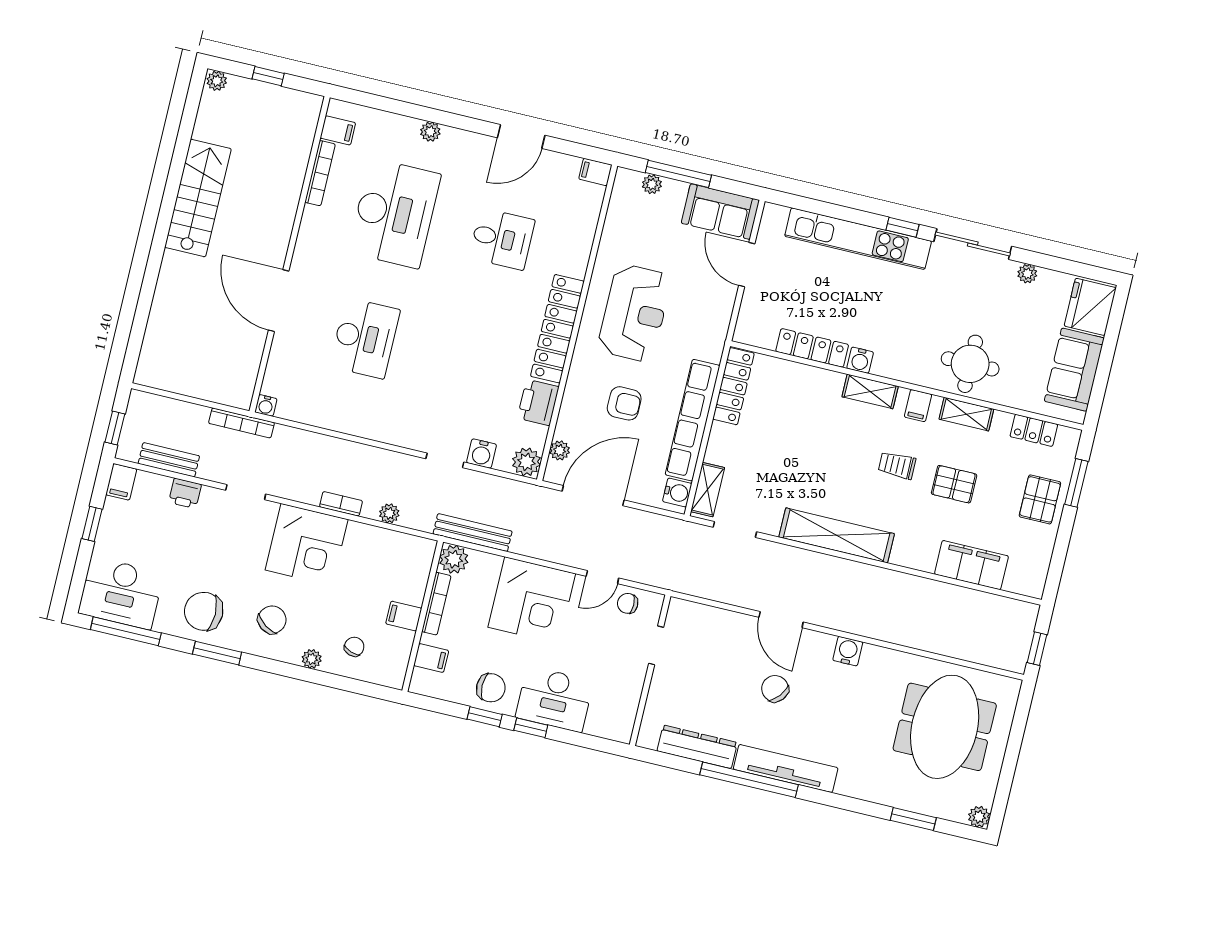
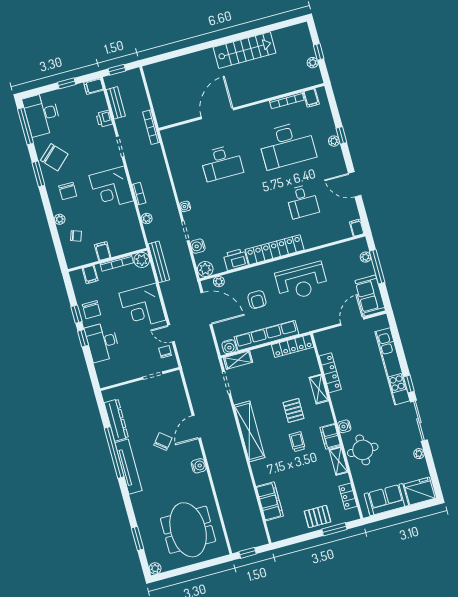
plant: (217, 81) -> (313, 63), moved
window: (428, 114) -> (341, 135), added
water cooler: (860, 360) -> (344, 426), moved
shelving: (870, 391) -> (319, 389), moved
water cooler: (266, 405) -> (185, 206), moved
filing cabinet: (918, 406) -> (330, 436), width x2.00
pallet: (954, 484) -> (293, 410), moved
chair: (204, 611) -> (54, 157), turned 137
chair: (272, 620) -> (68, 191), turned 55
meeting table: (945, 727) -> (188, 530), turned 90

